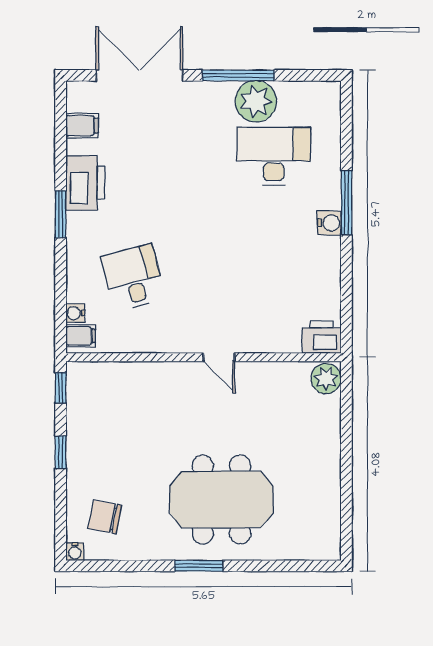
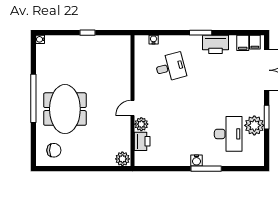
window: (238, 75) -> (267, 117), width x0.69
filing cabinet: (81, 336) -> (255, 42), moved
printer: (322, 337) -> (142, 141), moved
plant: (253, 339) -> (141, 124), added
window: (61, 388) -> (118, 33), removed
chair: (105, 517) -> (54, 150), moved, turned 79
window: (199, 566) -> (33, 98), width x2.11

